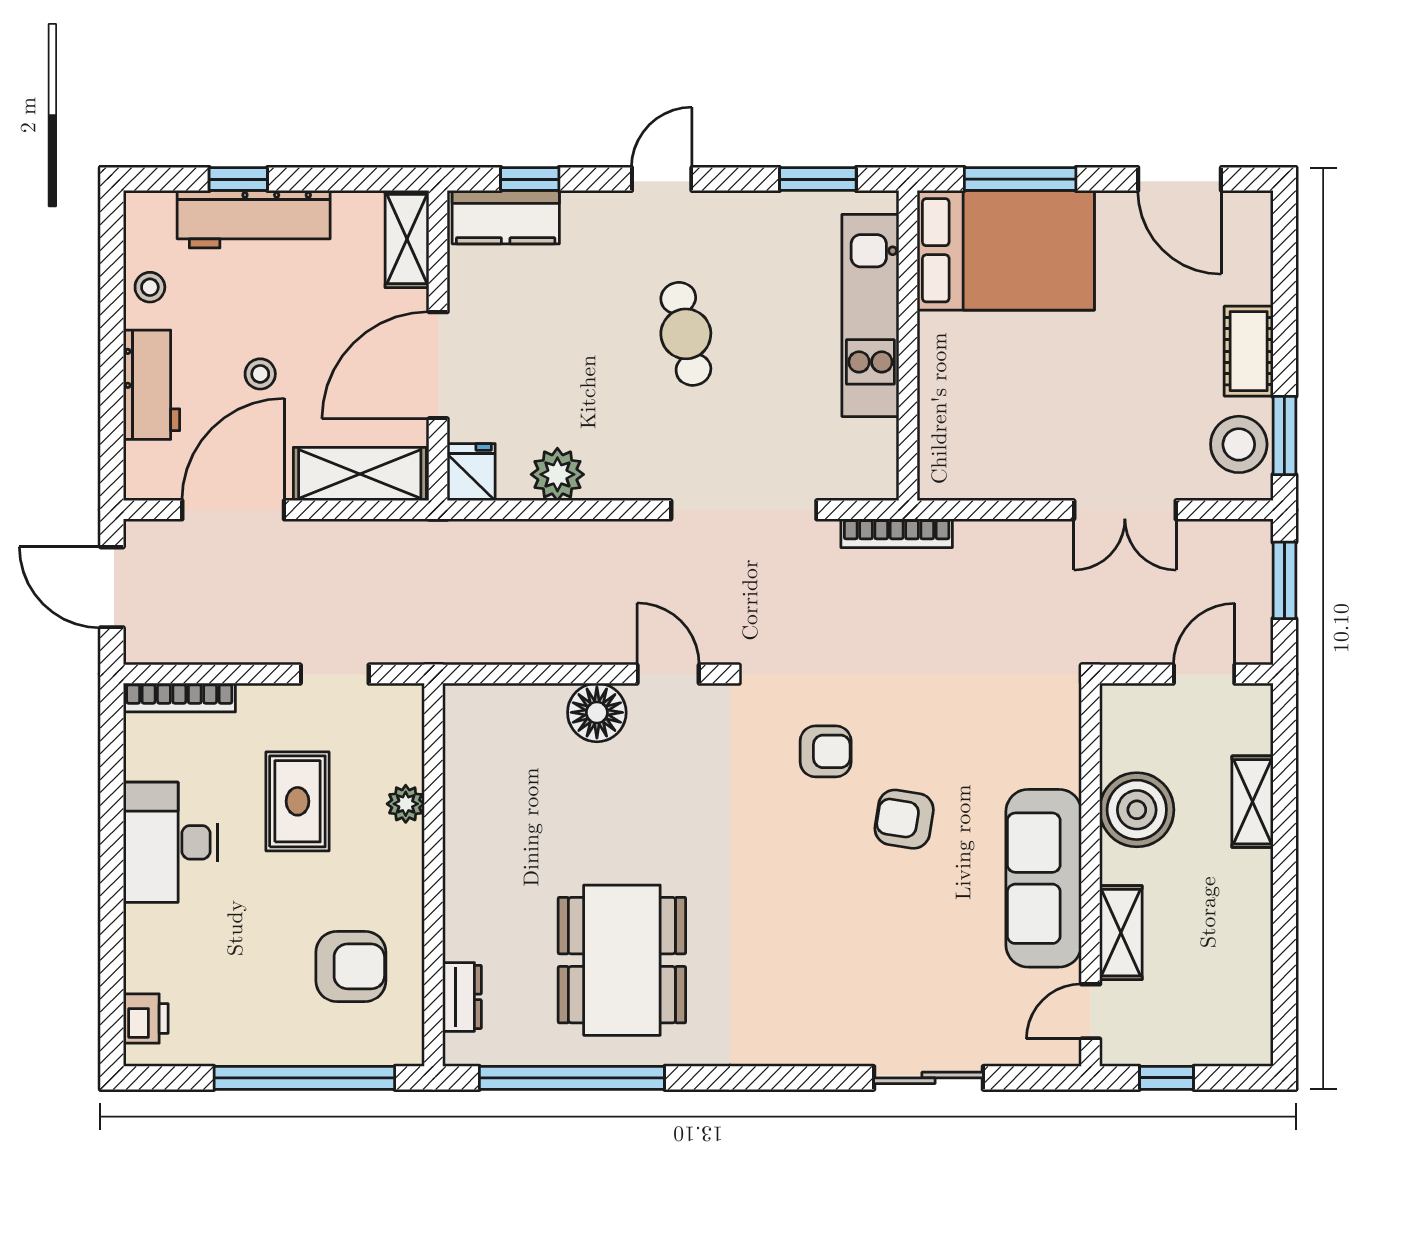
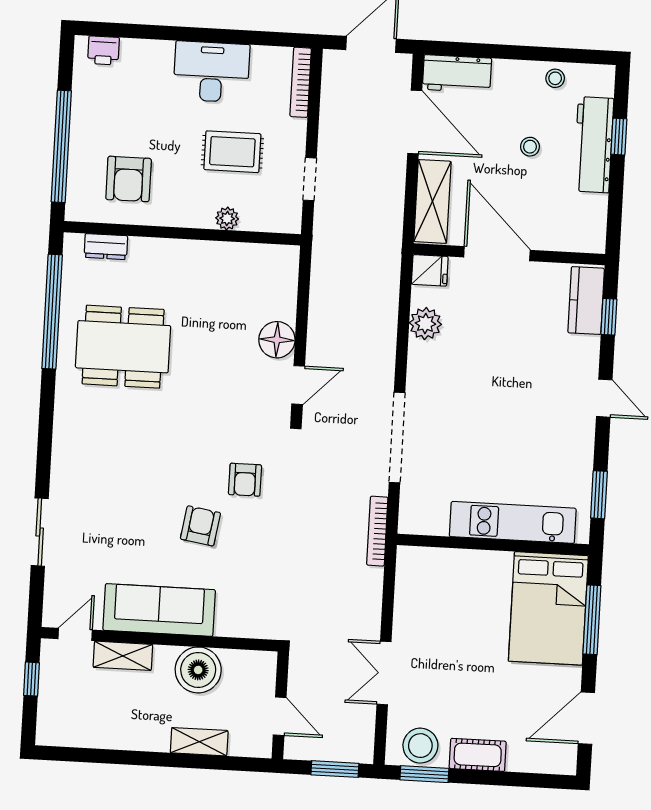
shelving: (407, 239) -> (576, 239), removed
cafe table: (686, 334) -> (508, 408), removed
stool: (260, 374) -> (530, 147), moved
workbench: (151, 385) -> (457, 74), moved
door: (1091, 1011) -> (75, 634), hinge flipped

